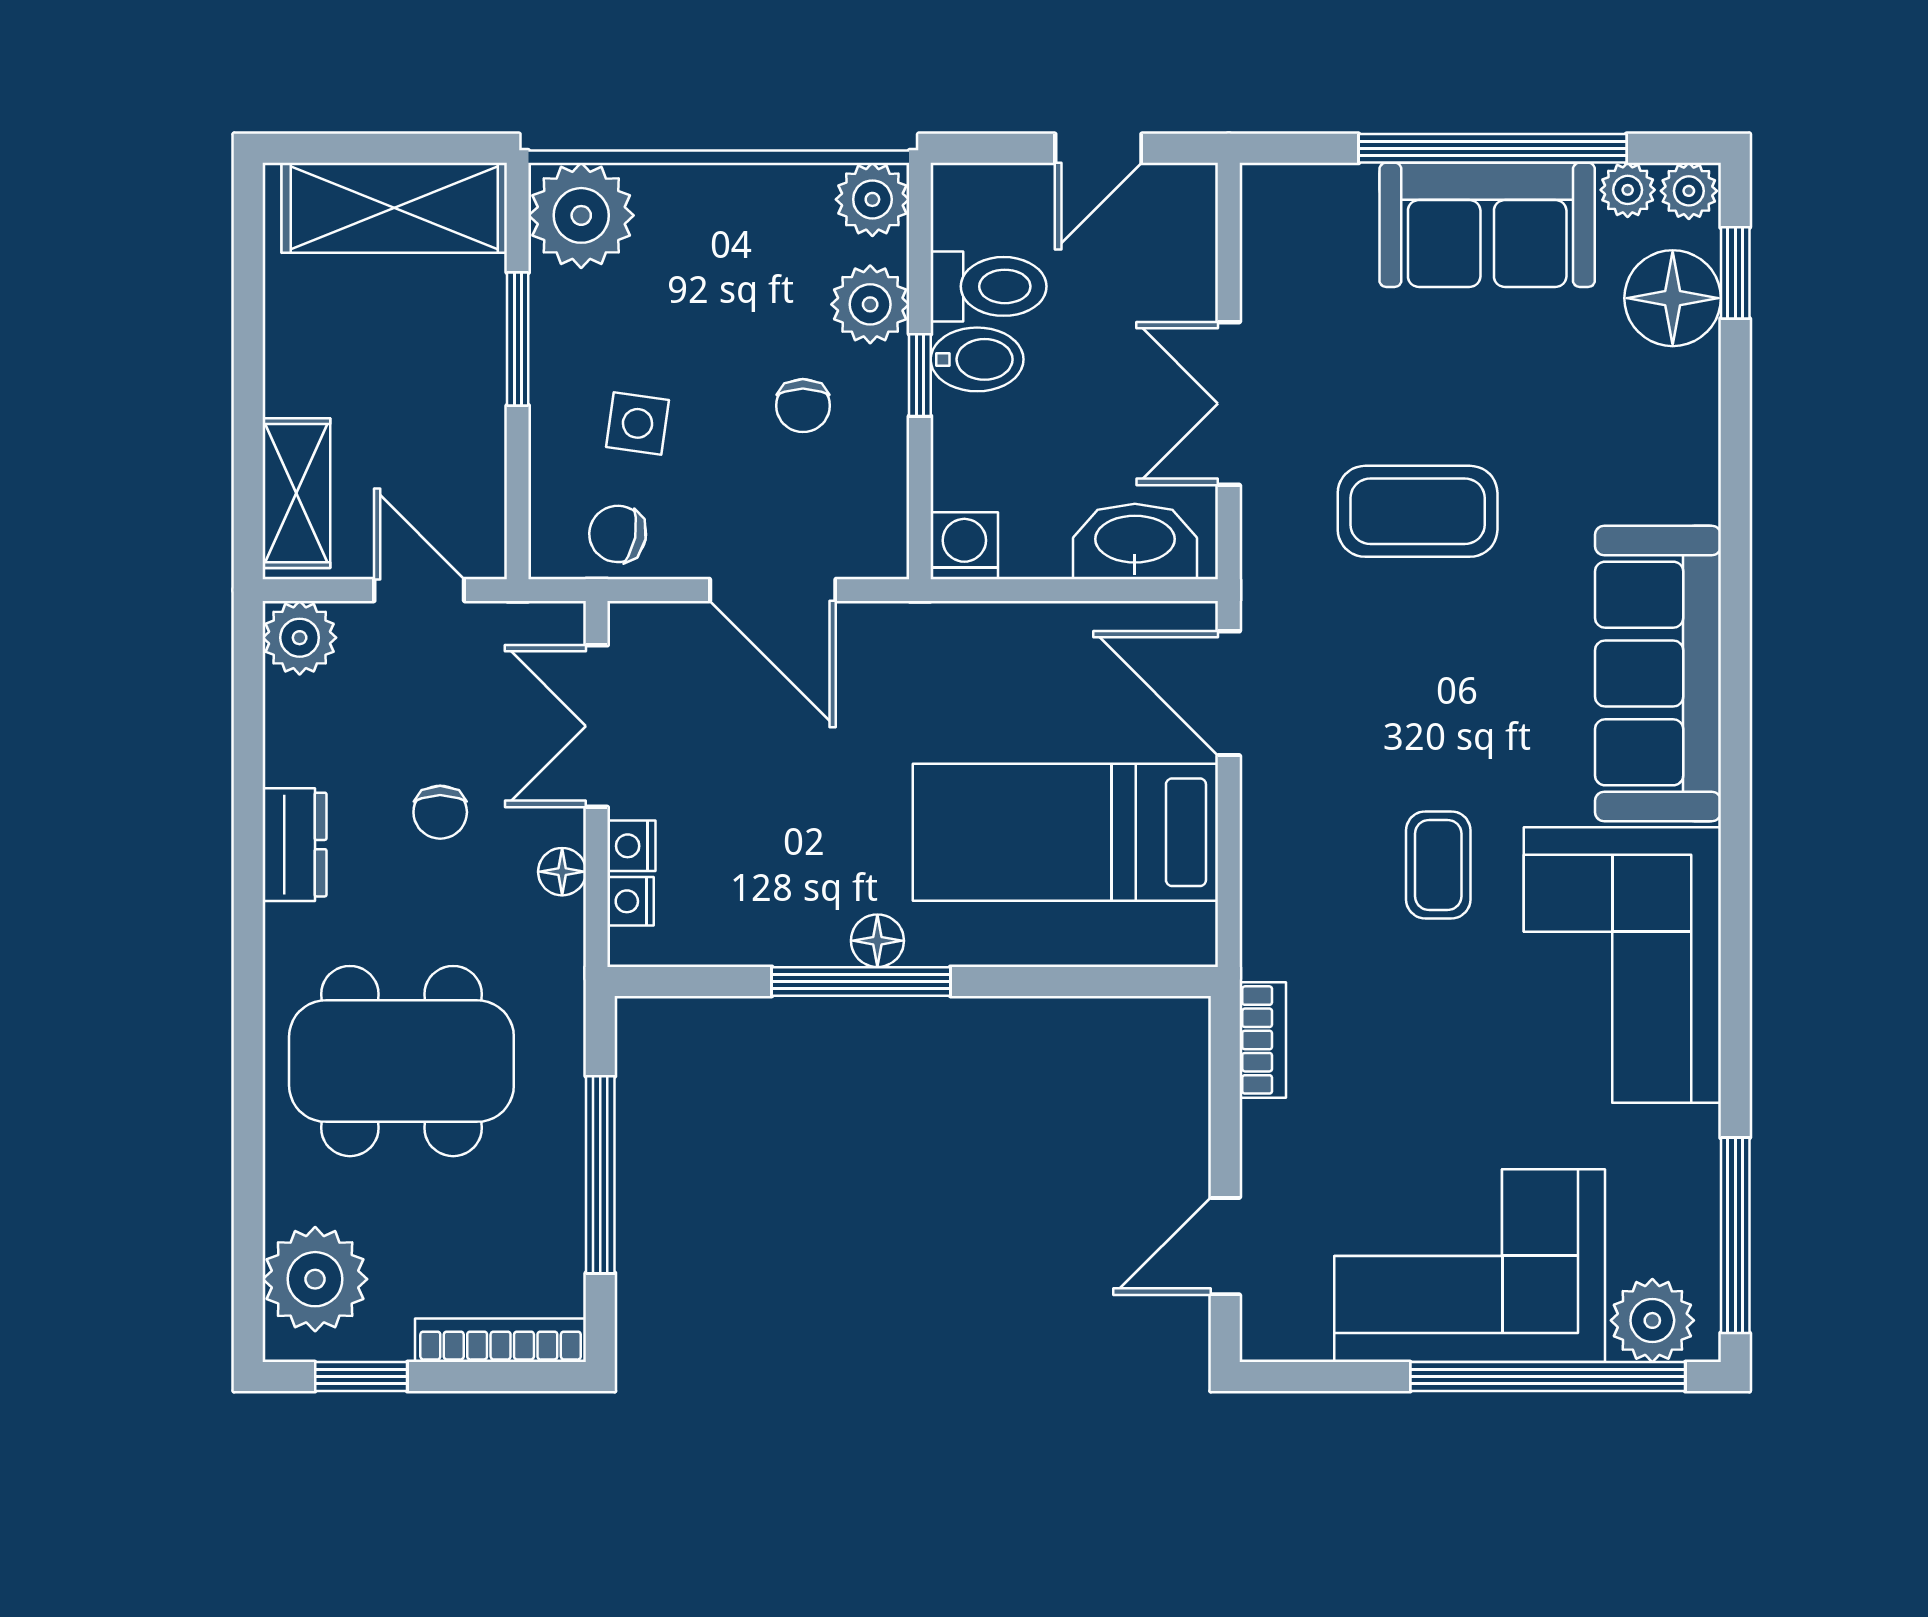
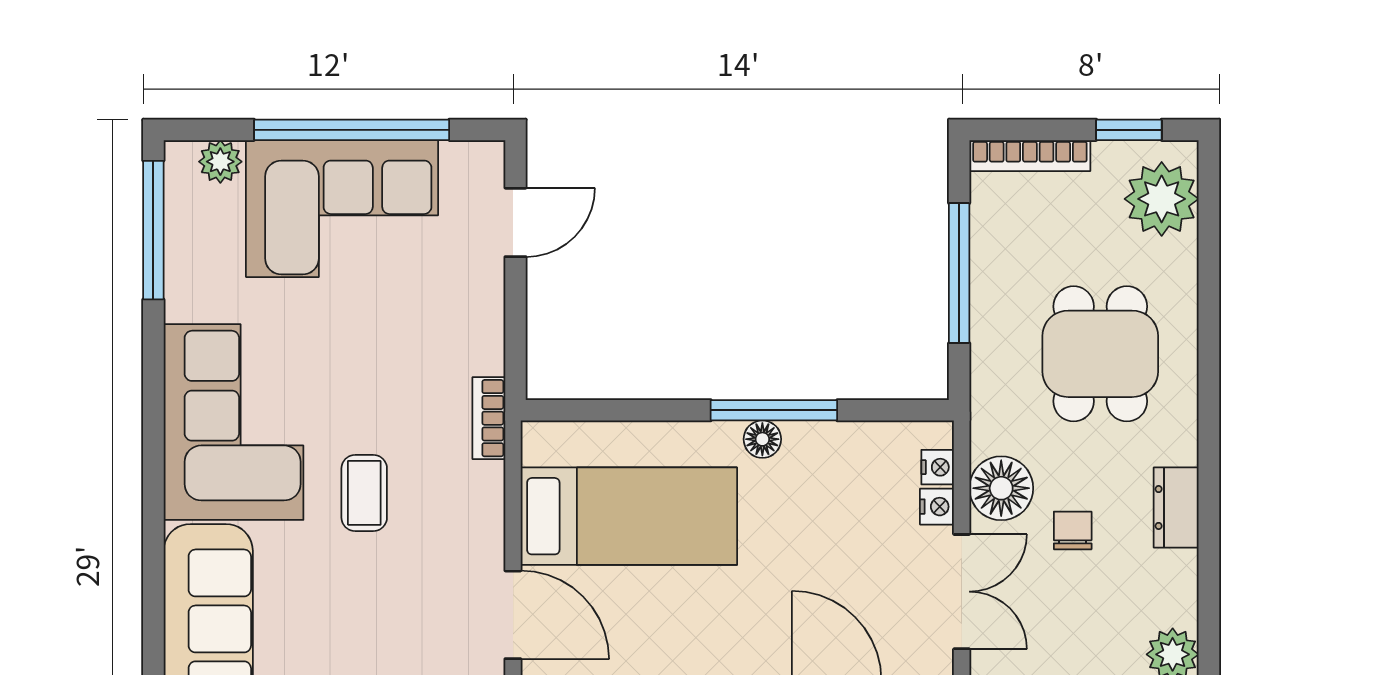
floor lamp: (562, 872) -> (1001, 488), width x1.89, depth x1.89
bookcase: (1263, 1040) -> (489, 418), moved
dining table: (401, 1061) -> (1100, 354), width x0.73
plant: (1652, 1320) -> (220, 162), width x0.73, depth x0.73
window: (1548, 1377) -> (352, 130), moved

